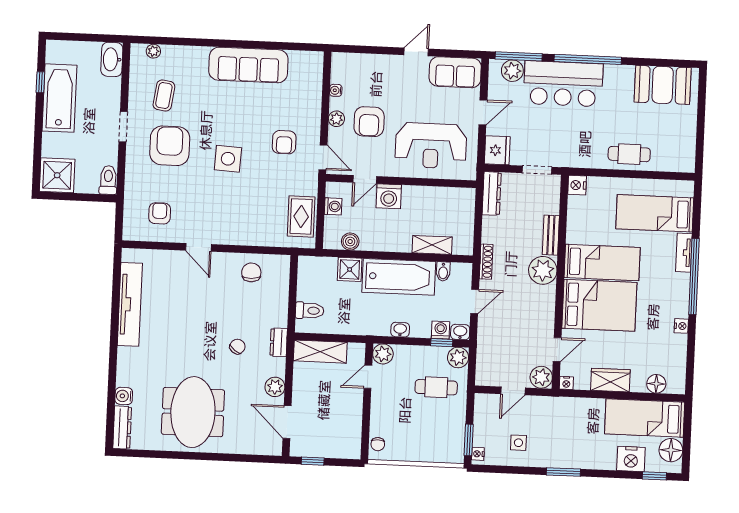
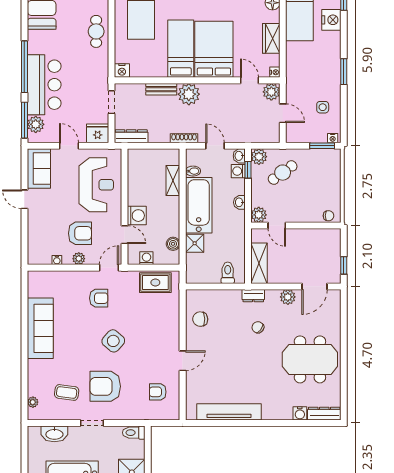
washbasin: (112, 59) -> (54, 434), moved
side table: (228, 159) -> (113, 341), turned 38
cafe table: (436, 387) -> (283, 173), turned 54

